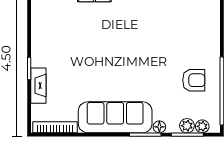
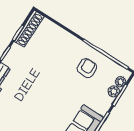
floor lamp: (159, 127) -> (103, 110), removed

